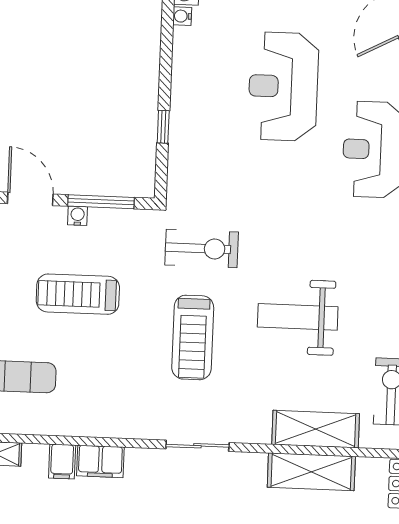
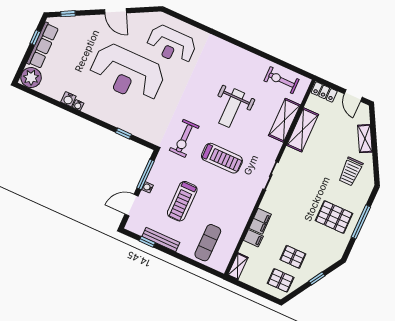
reception desk: (283, 86) -> (127, 73), width x1.36, depth x1.30
exercise bike: (202, 248) -> (184, 138), turned 180

